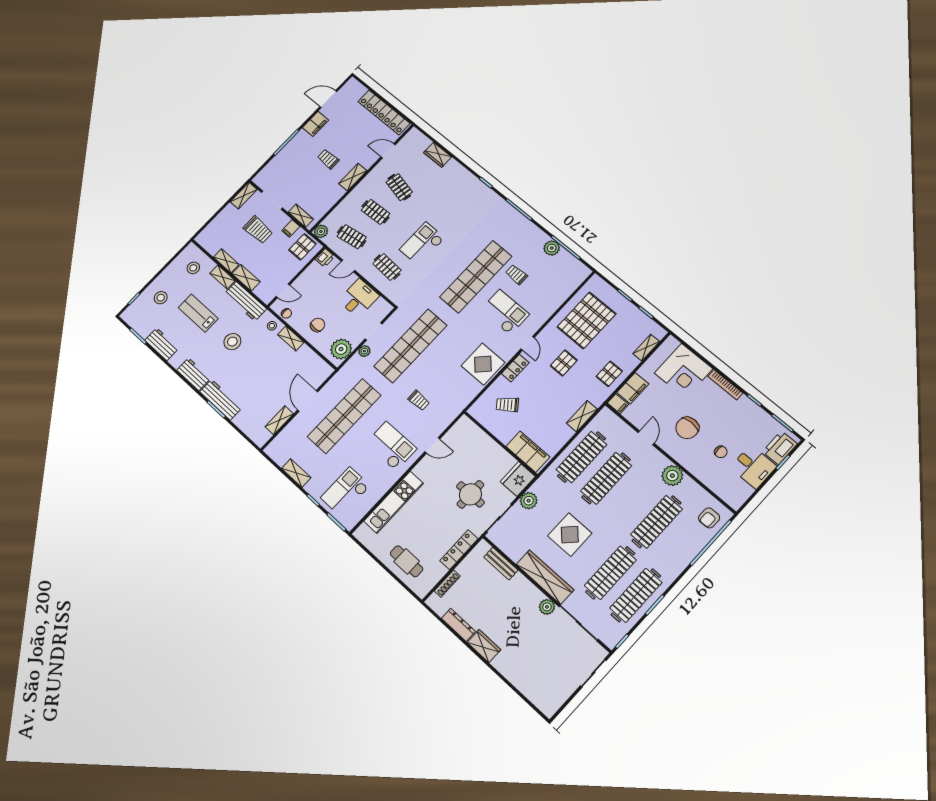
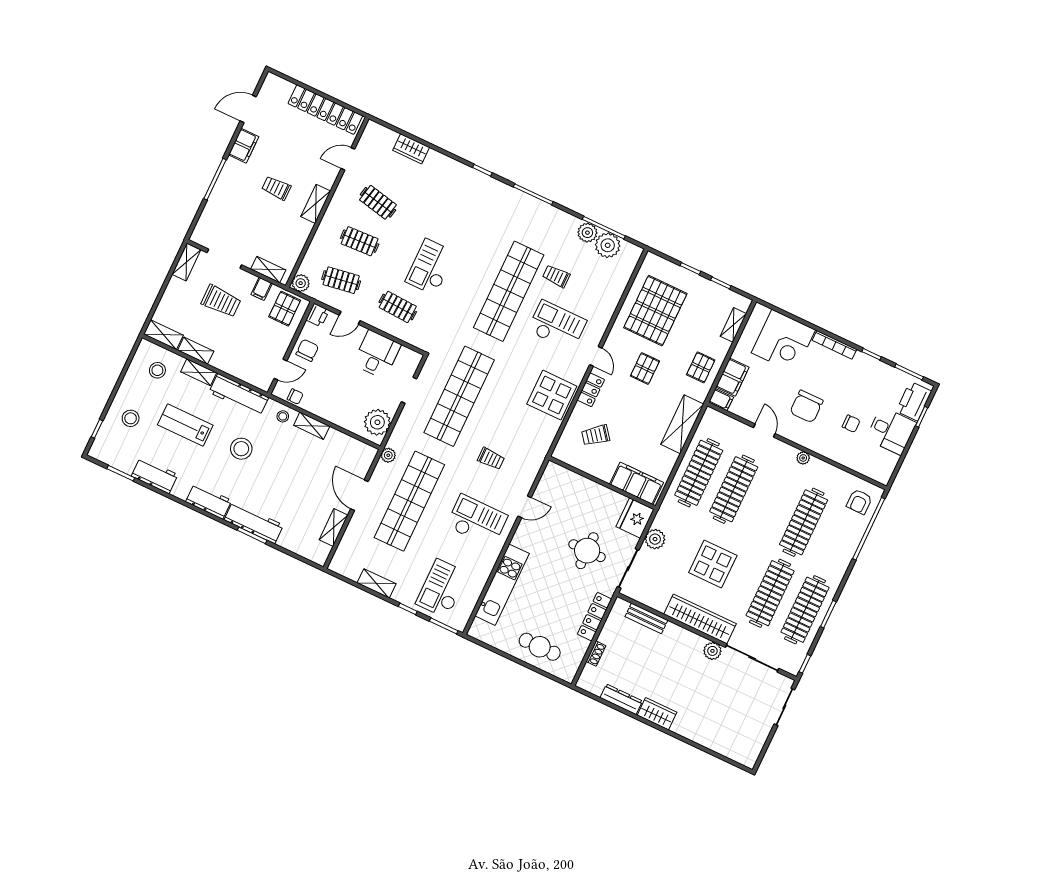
plant: (565, 261) -> (608, 245), added
shelving: (246, 278) -> (163, 335), moved
chair: (318, 325) -> (307, 350), moved
plant: (364, 351) -> (388, 455), moved
shelving: (582, 416) -> (682, 424), width x1.50, depth x1.33
plant: (672, 476) -> (803, 458), width x0.53, depth x0.53
shoe rack: (447, 584) -> (596, 654), width x0.70

